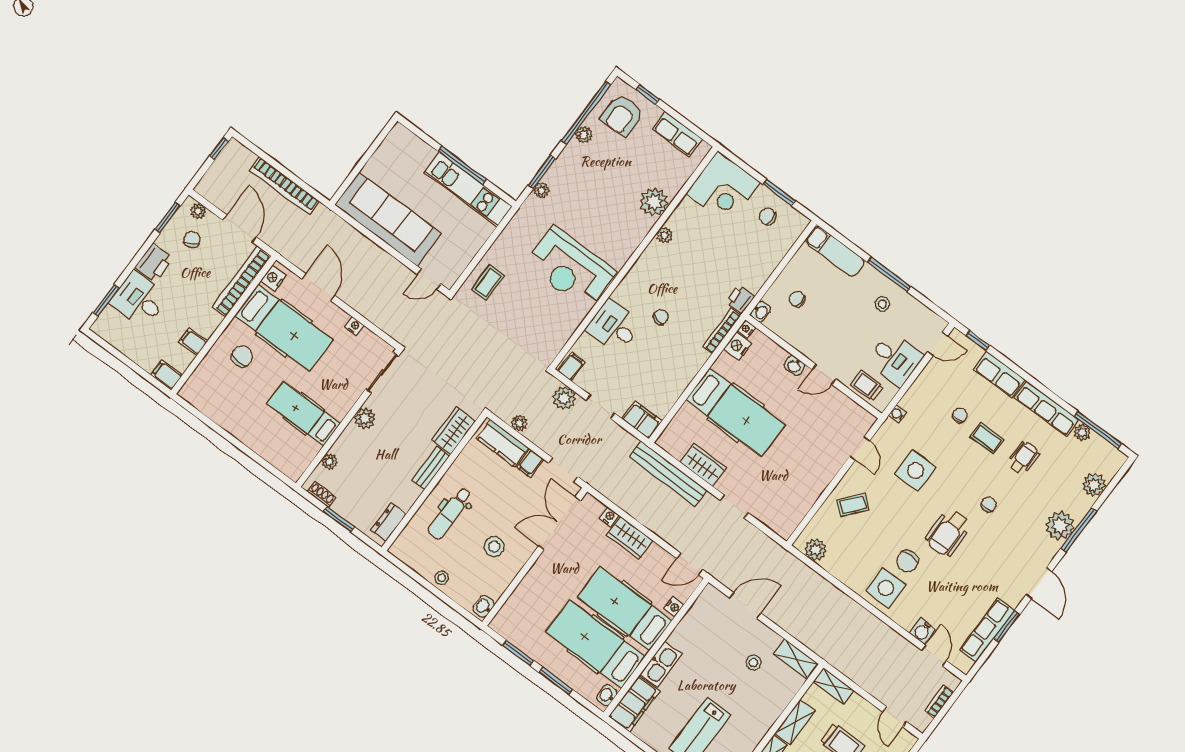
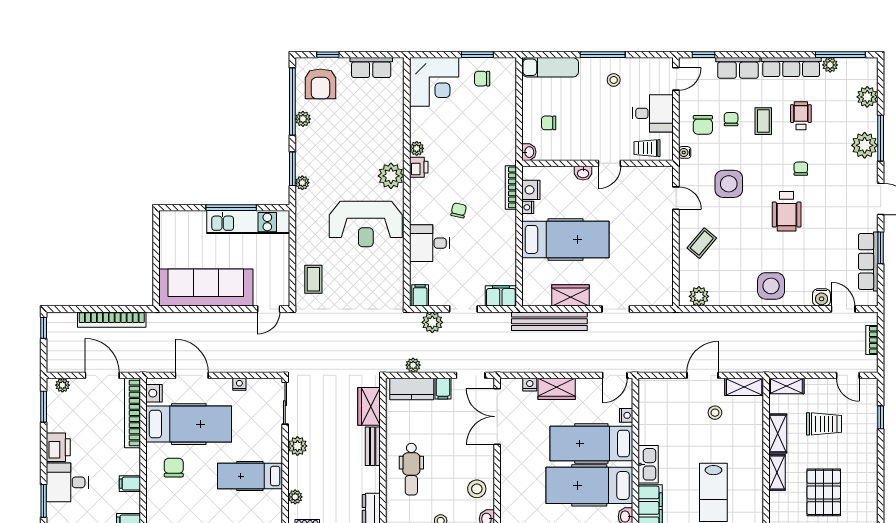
plant: (654, 202) -> (391, 176), moved
chair: (192, 239) -> (73, 409), removed
printer: (740, 299) -> (419, 167), moved, turned 180
nightstand: (746, 329) -> (528, 207), moved
coffee table: (987, 438) -> (763, 121), turned 90
stool: (494, 547) -> (477, 489), moved
chair: (907, 561) -> (703, 125), moved
door: (745, 605) -> (702, 375), moved

